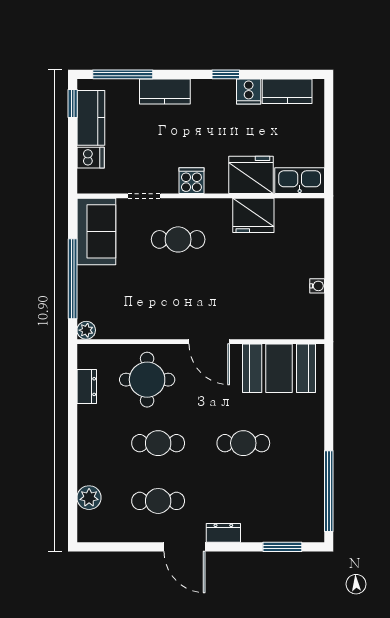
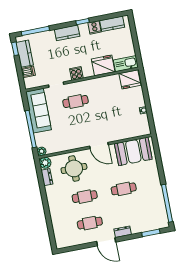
kitchen counter: (165, 91) -> (67, 33), moved
fridge: (253, 215) -> (130, 79), moved
sofa: (96, 231) -> (38, 111), width x1.36
plant: (89, 498) -> (45, 163), moved

